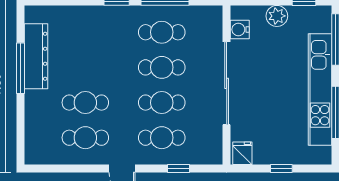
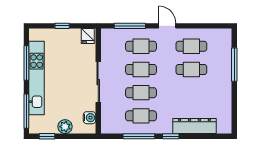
dresser: (36, 56) -> (194, 126), moved, turned 90
window: (21, 68) -> (234, 65), moved
sliding door: (227, 83) -> (98, 82), width x0.73
window: (179, 169) -> (130, 26), width x2.17

